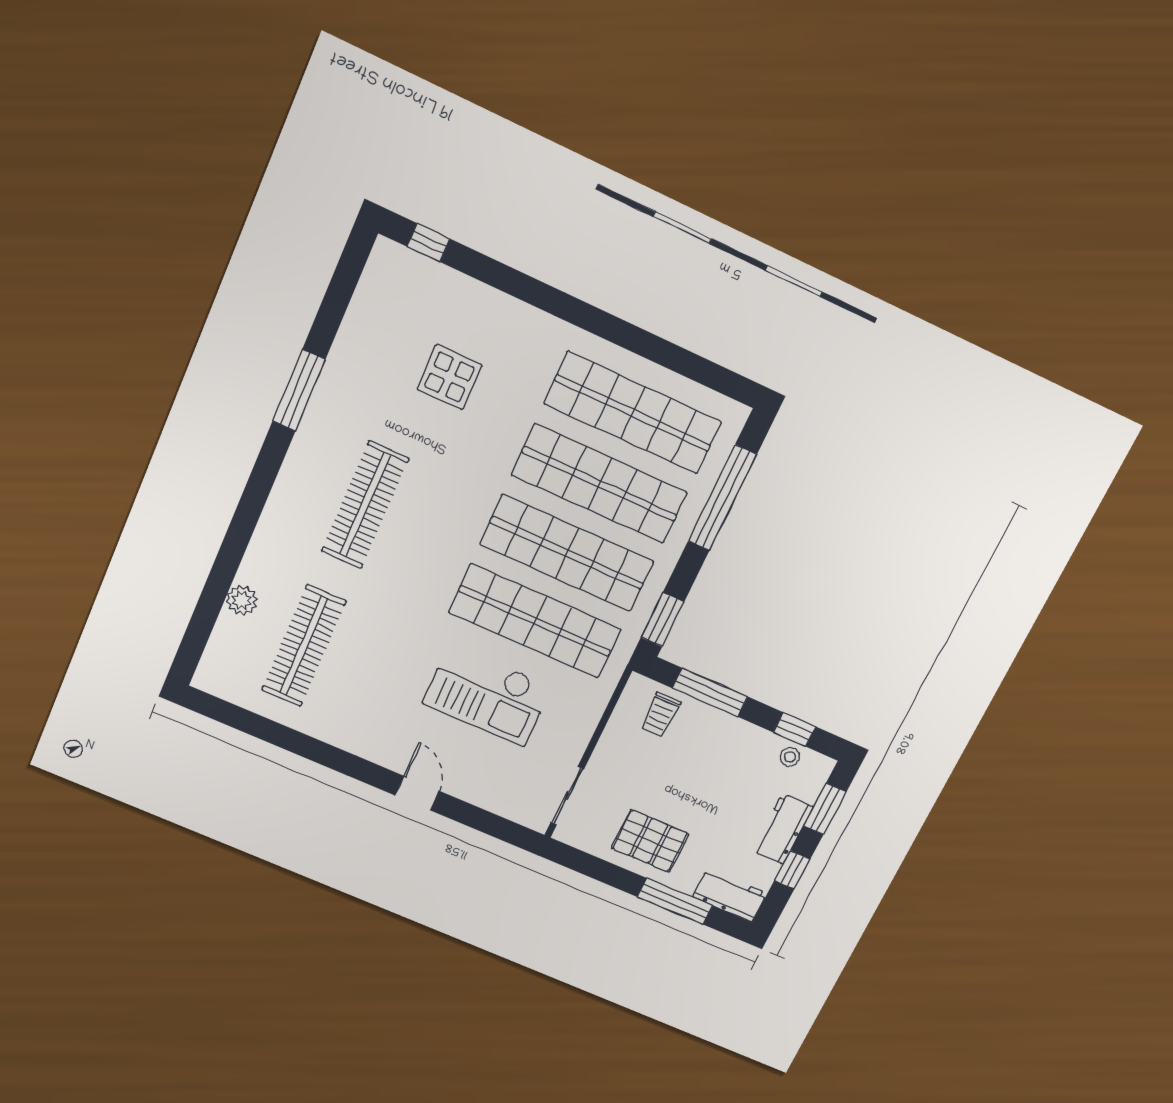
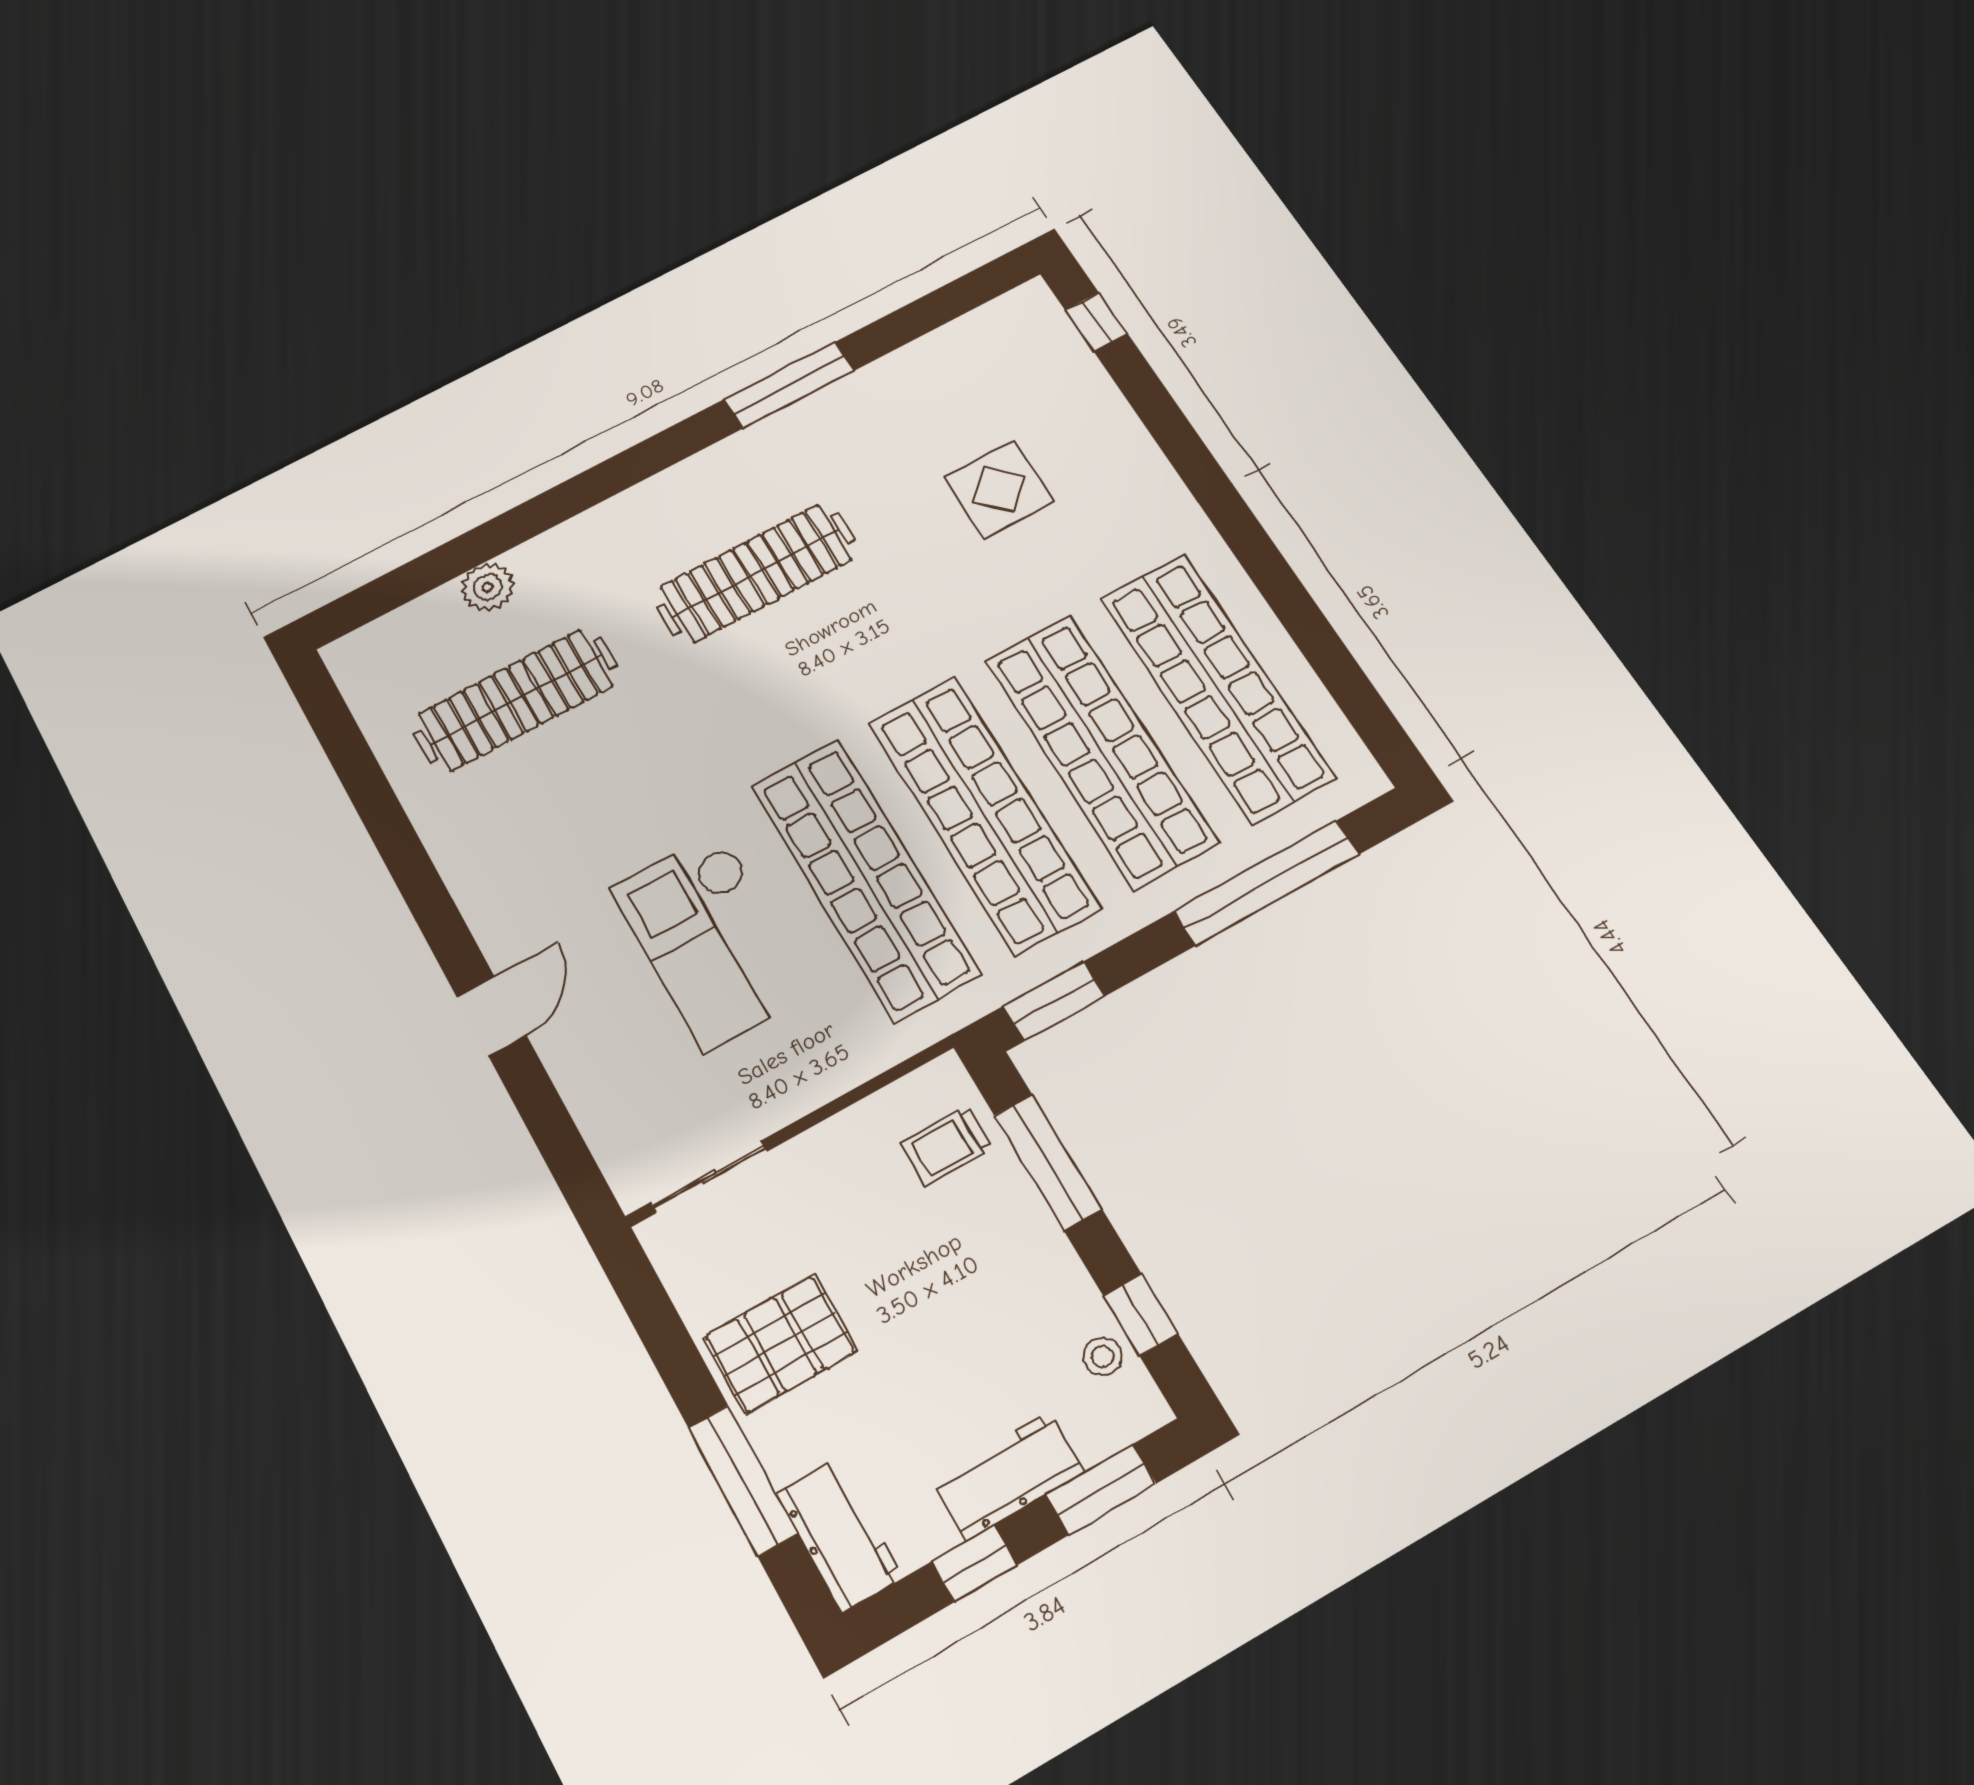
pallet: (650, 841) -> (780, 1344), turned 90

